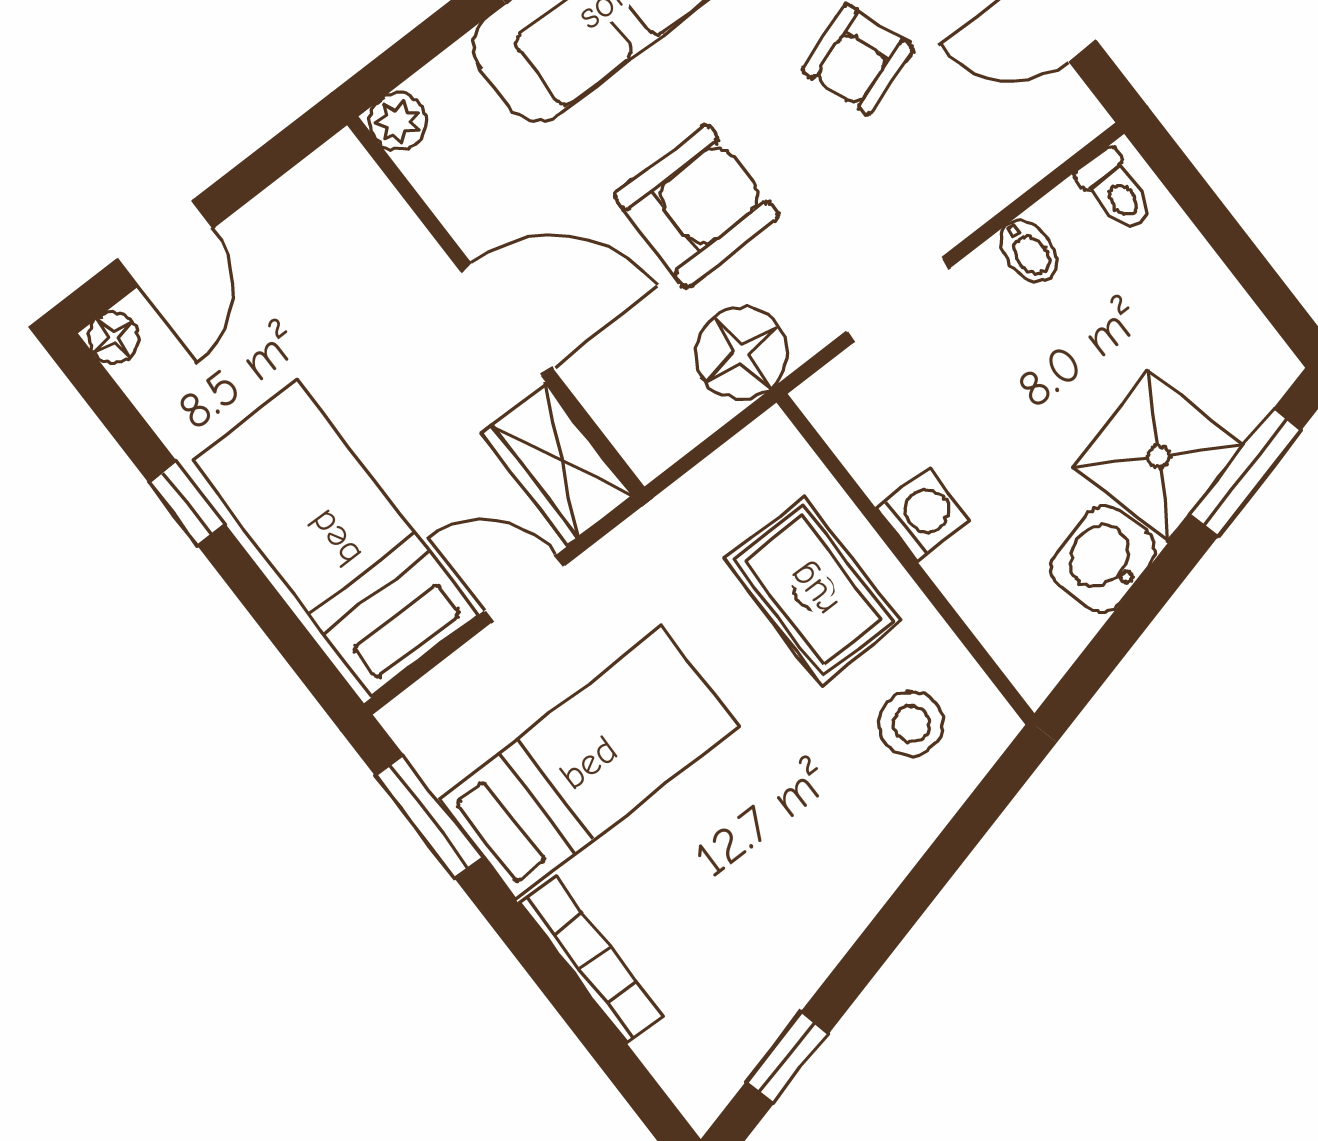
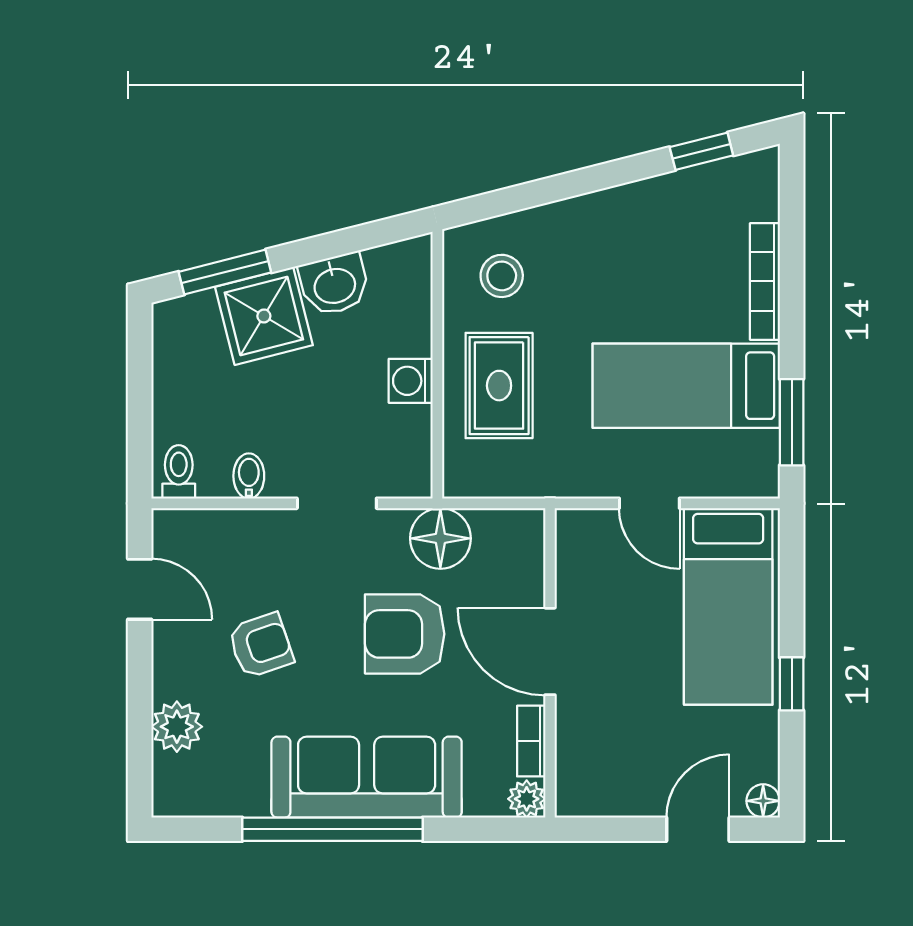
bookcase: (446, 195) -> (531, 741), added
wardrobe: (557, 464) -> (582, 555), removed

